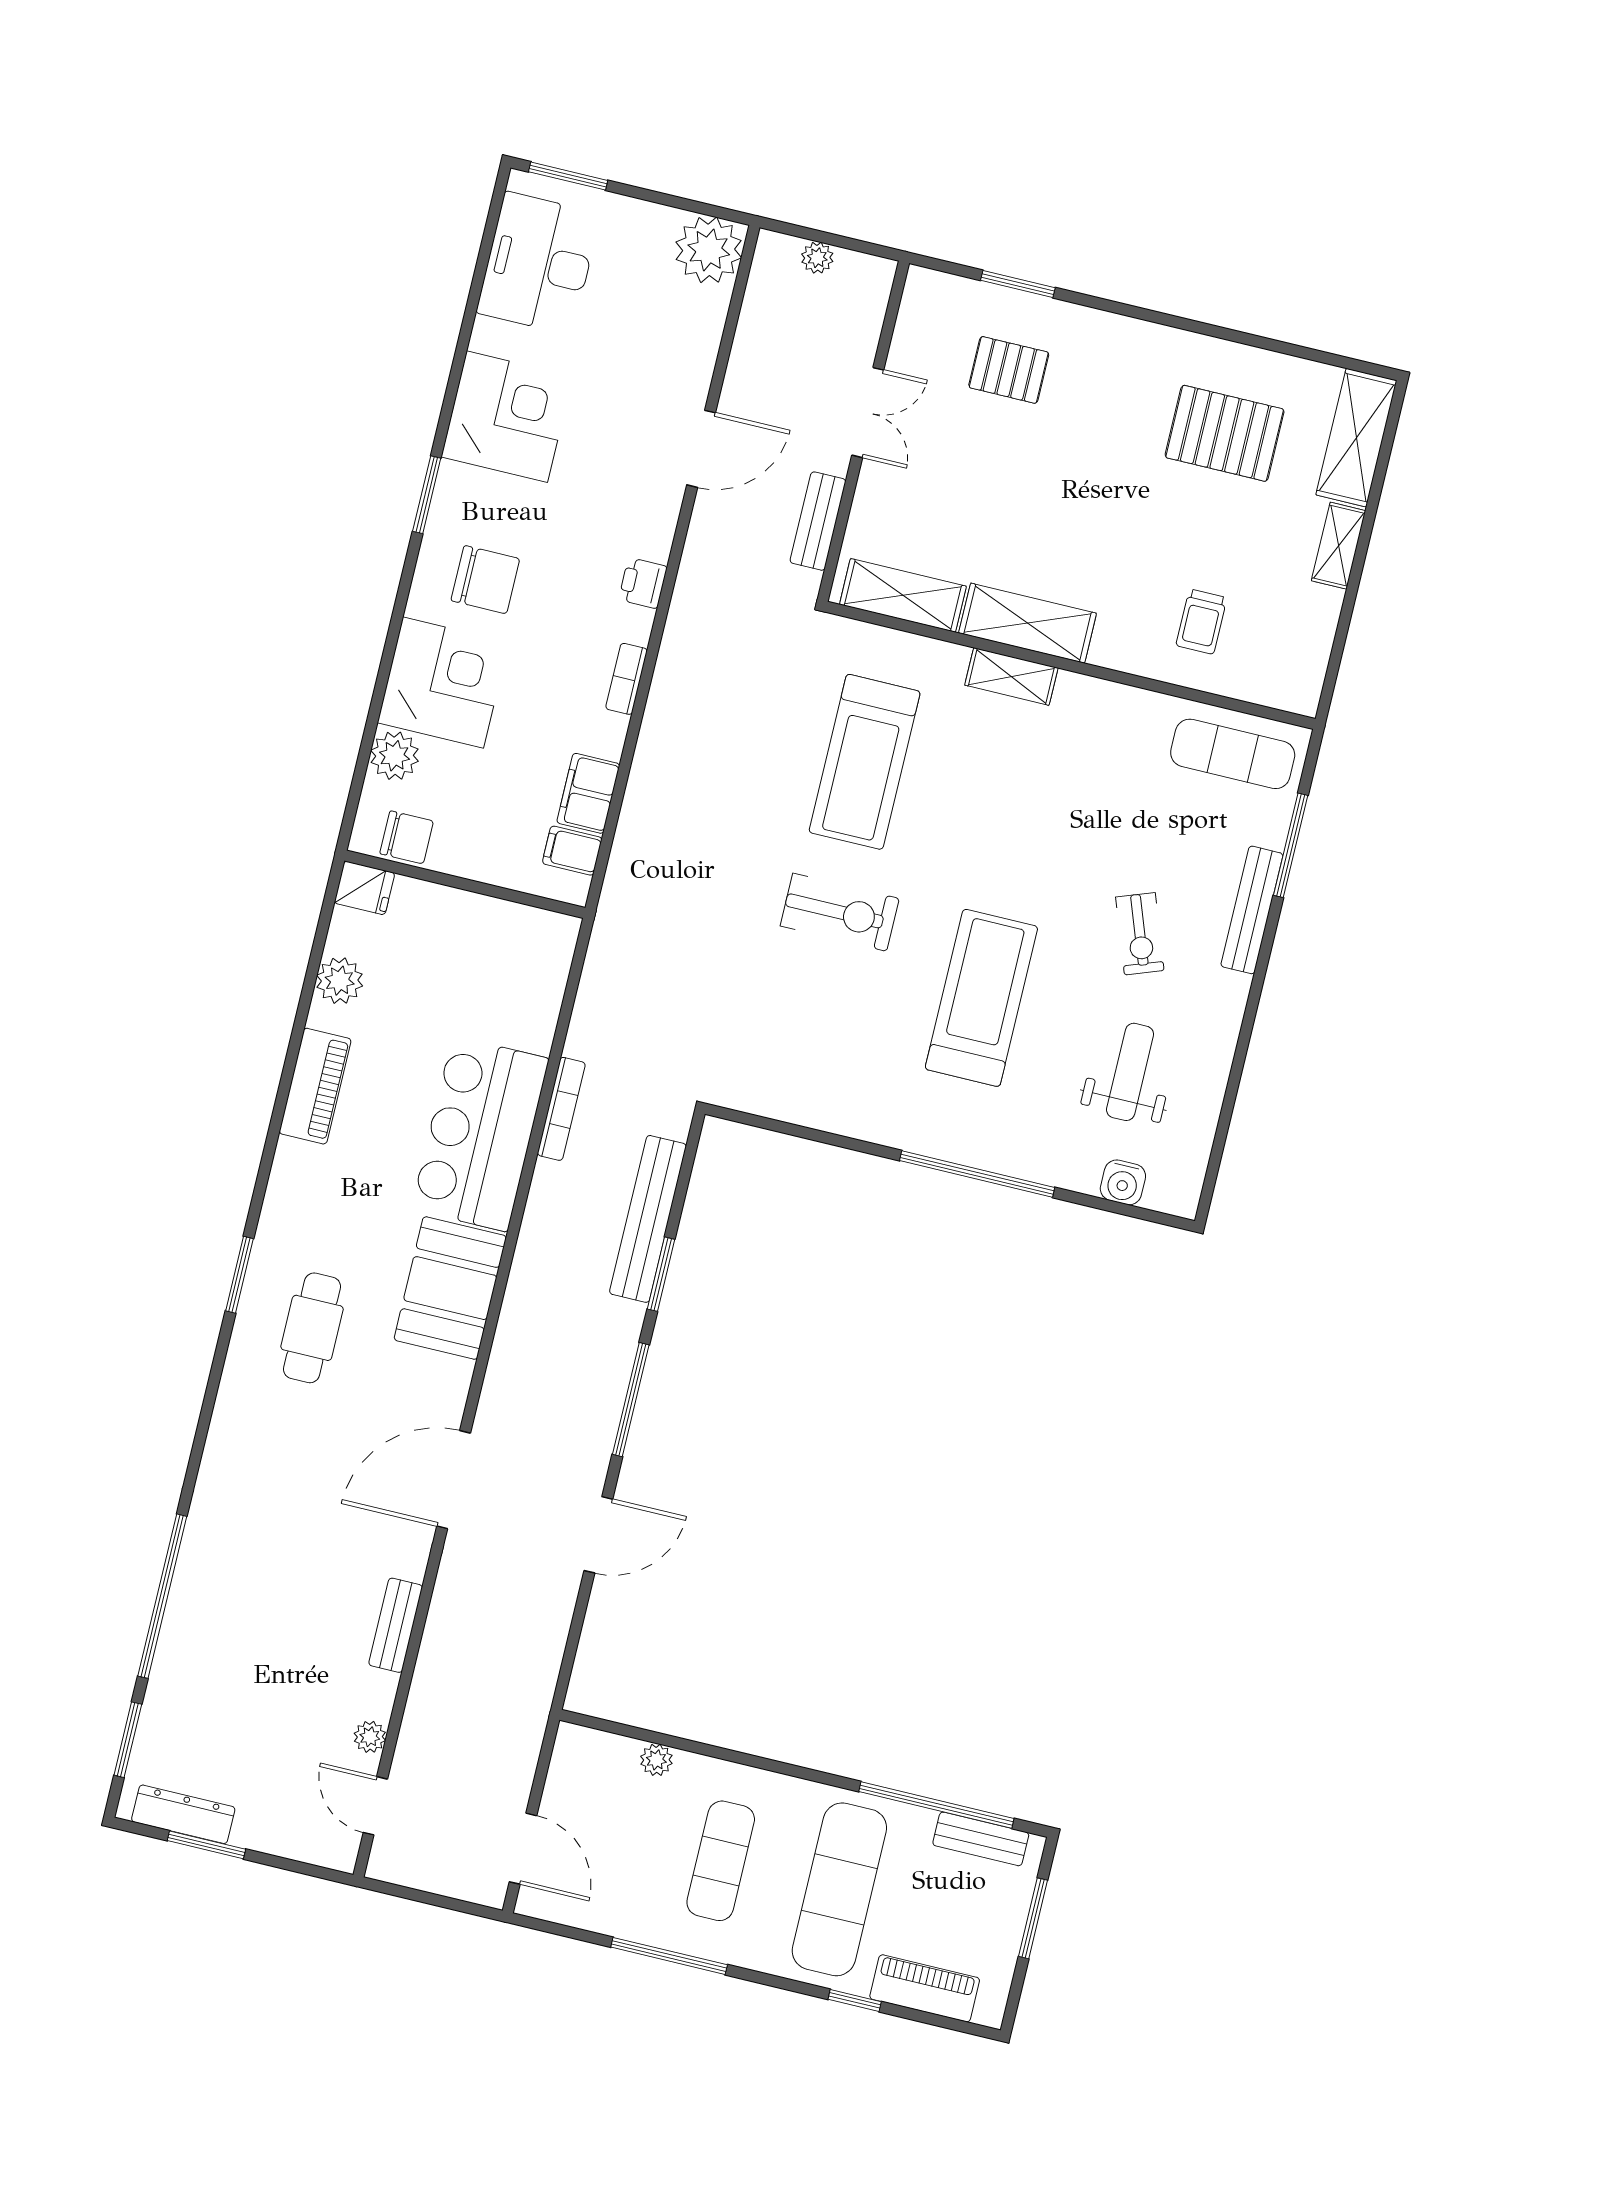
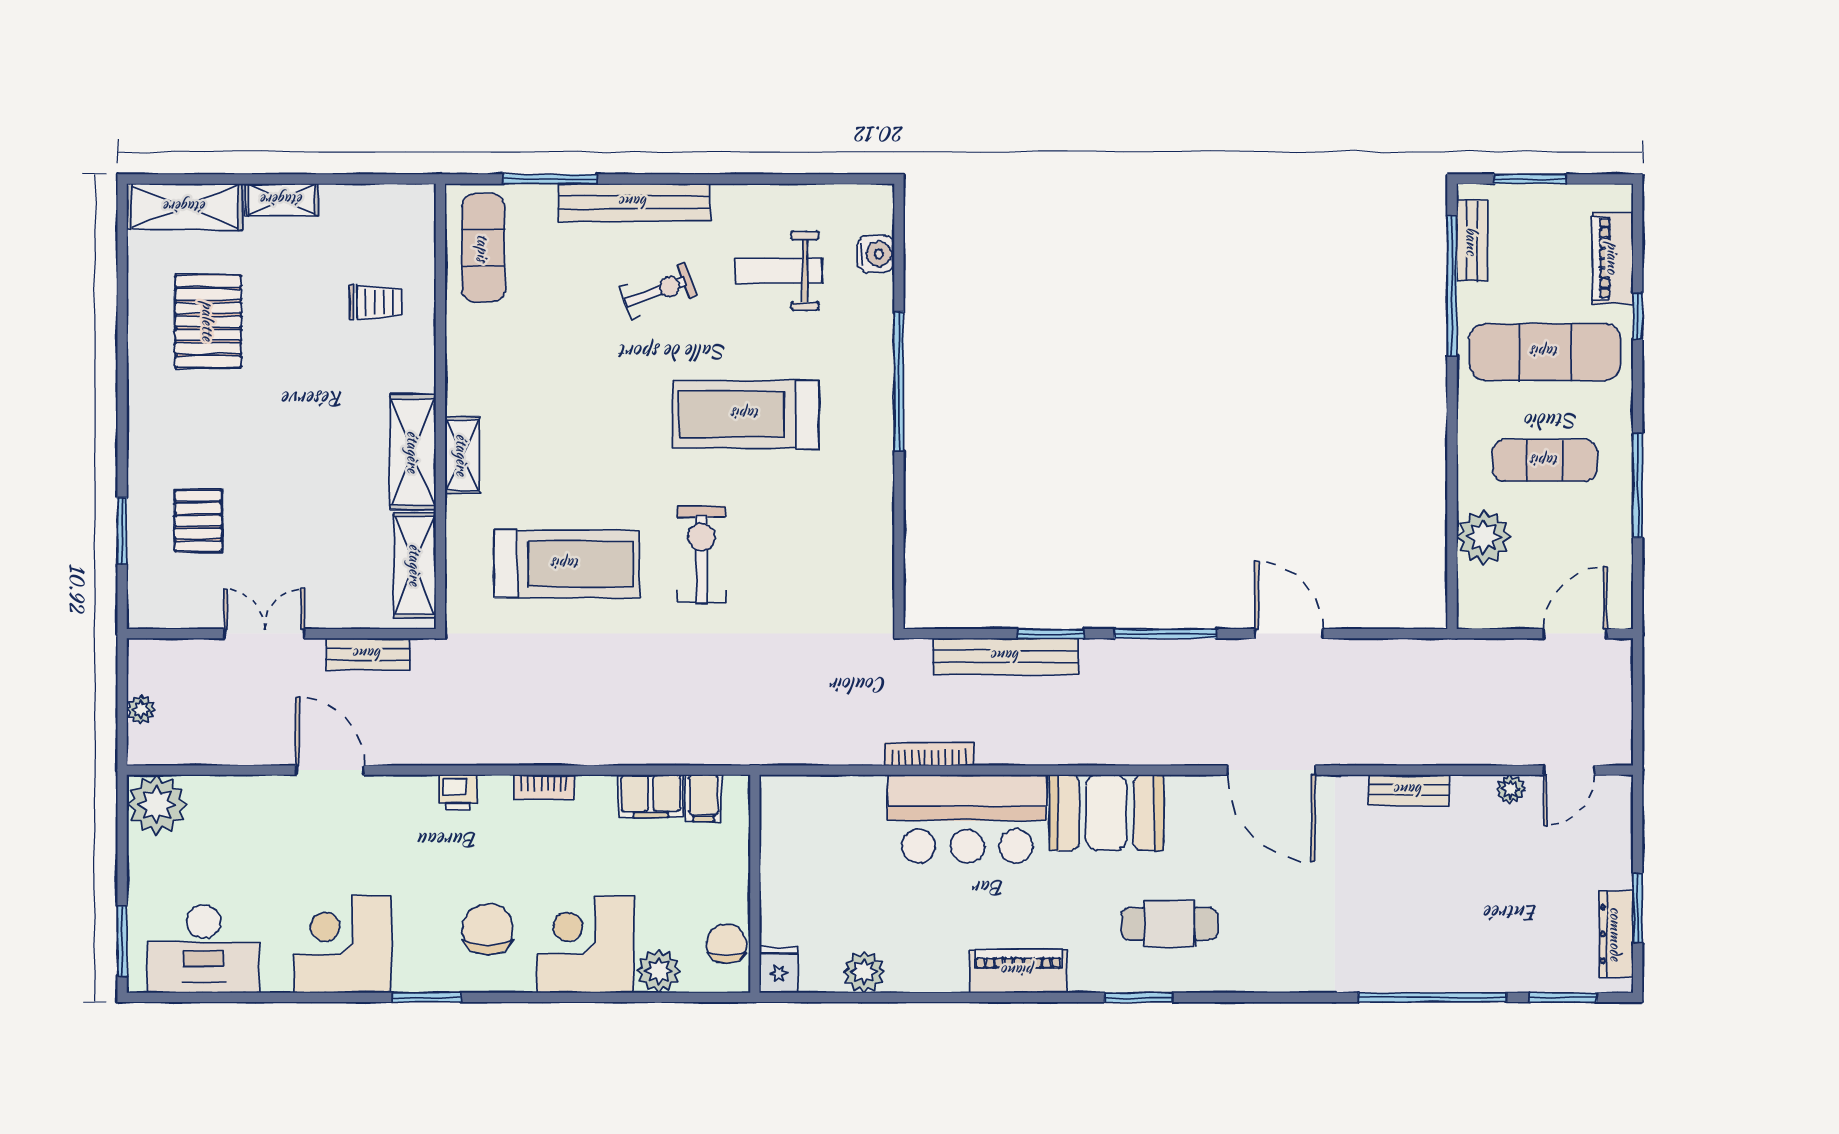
bench: (1252, 910) -> (634, 202), width x1.37, depth x1.21
piano: (315, 1086) -> (1018, 971), moved
plant: (656, 1760) -> (1484, 537), width x1.87, depth x1.87

